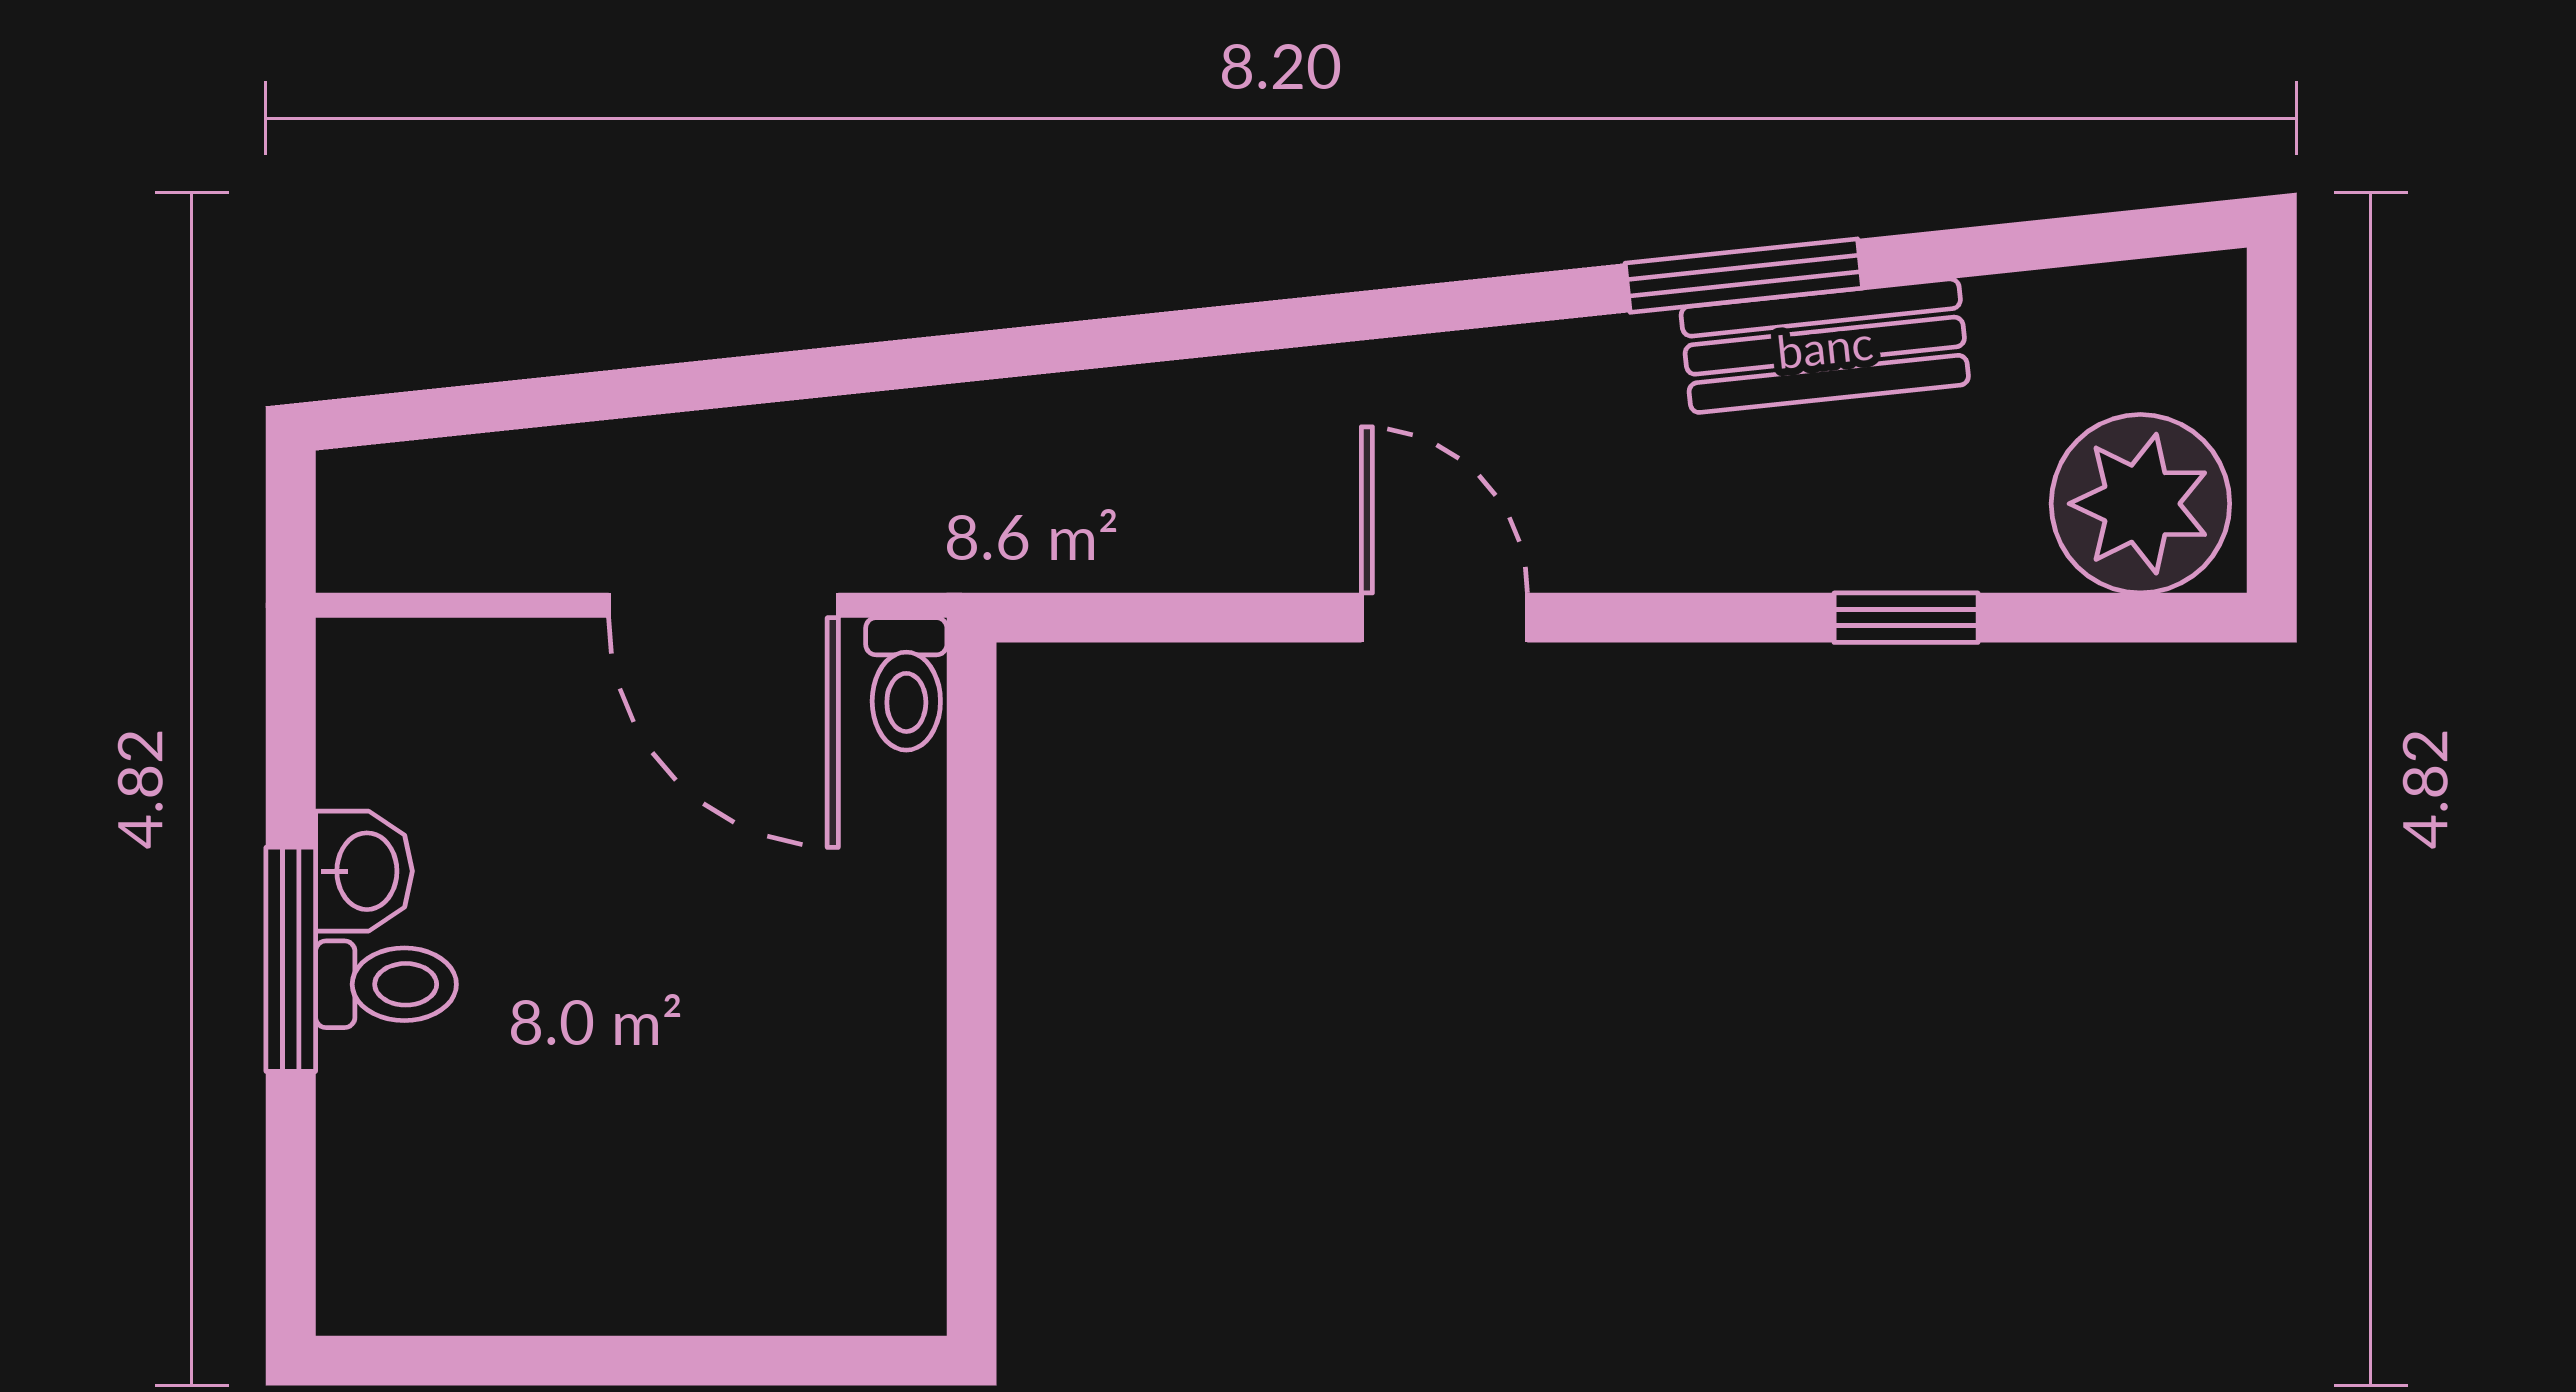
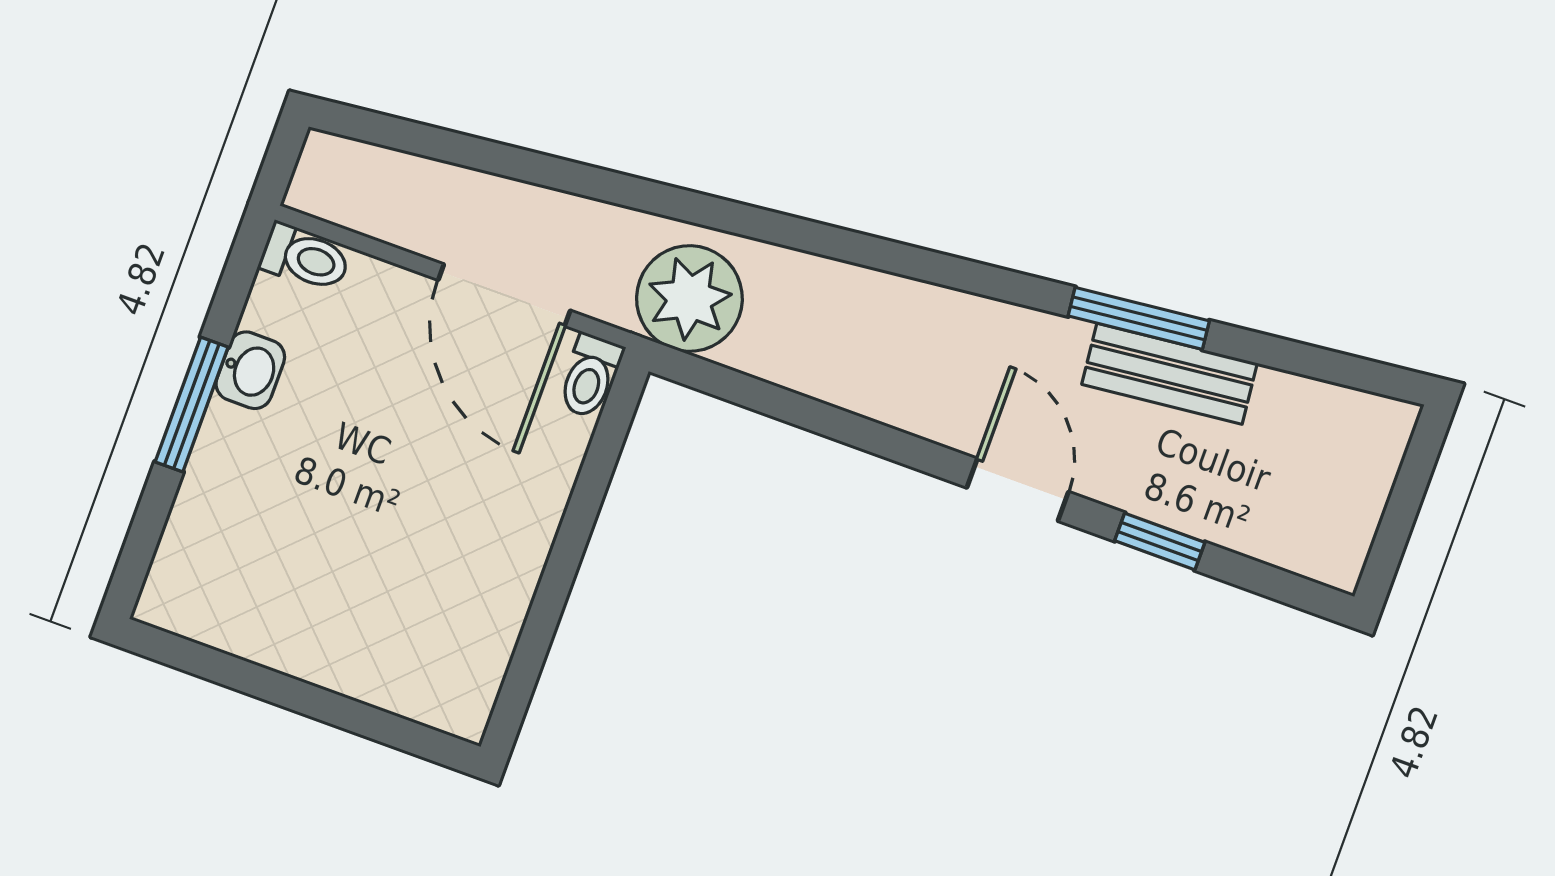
plant: (2140, 504) -> (689, 298), moved
door: (1444, 618) -> (1018, 490), moved
toilet: (386, 984) -> (305, 258), moved

